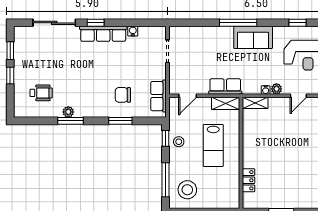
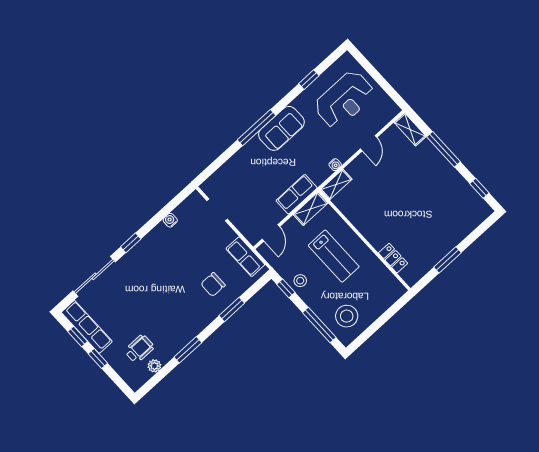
row of seats: (103, 34) -> (87, 327), moved, turned -90
plant: (276, 89) -> (344, 155), removed
plant: (68, 112) -> (154, 366), moved

